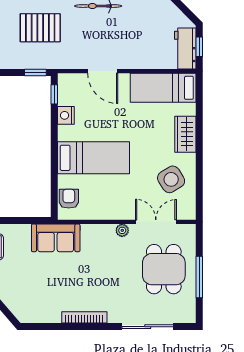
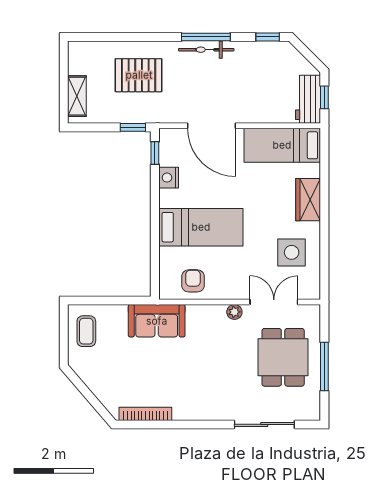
door: (103, 71) -> (212, 126), width x1.36
side table: (171, 179) -> (292, 252), turned 32
armchair: (69, 199) -> (193, 281), moved
bookcase: (84, 317) -> (145, 414), moved

